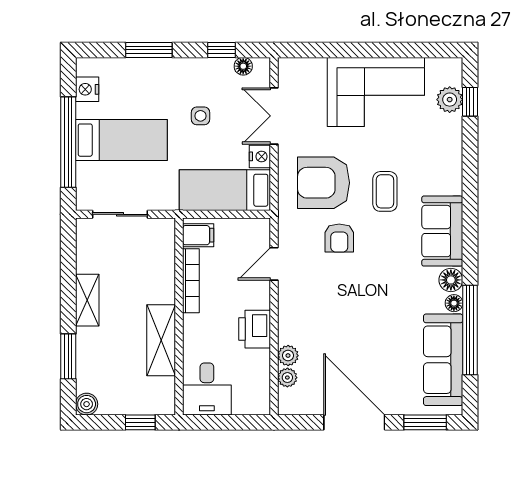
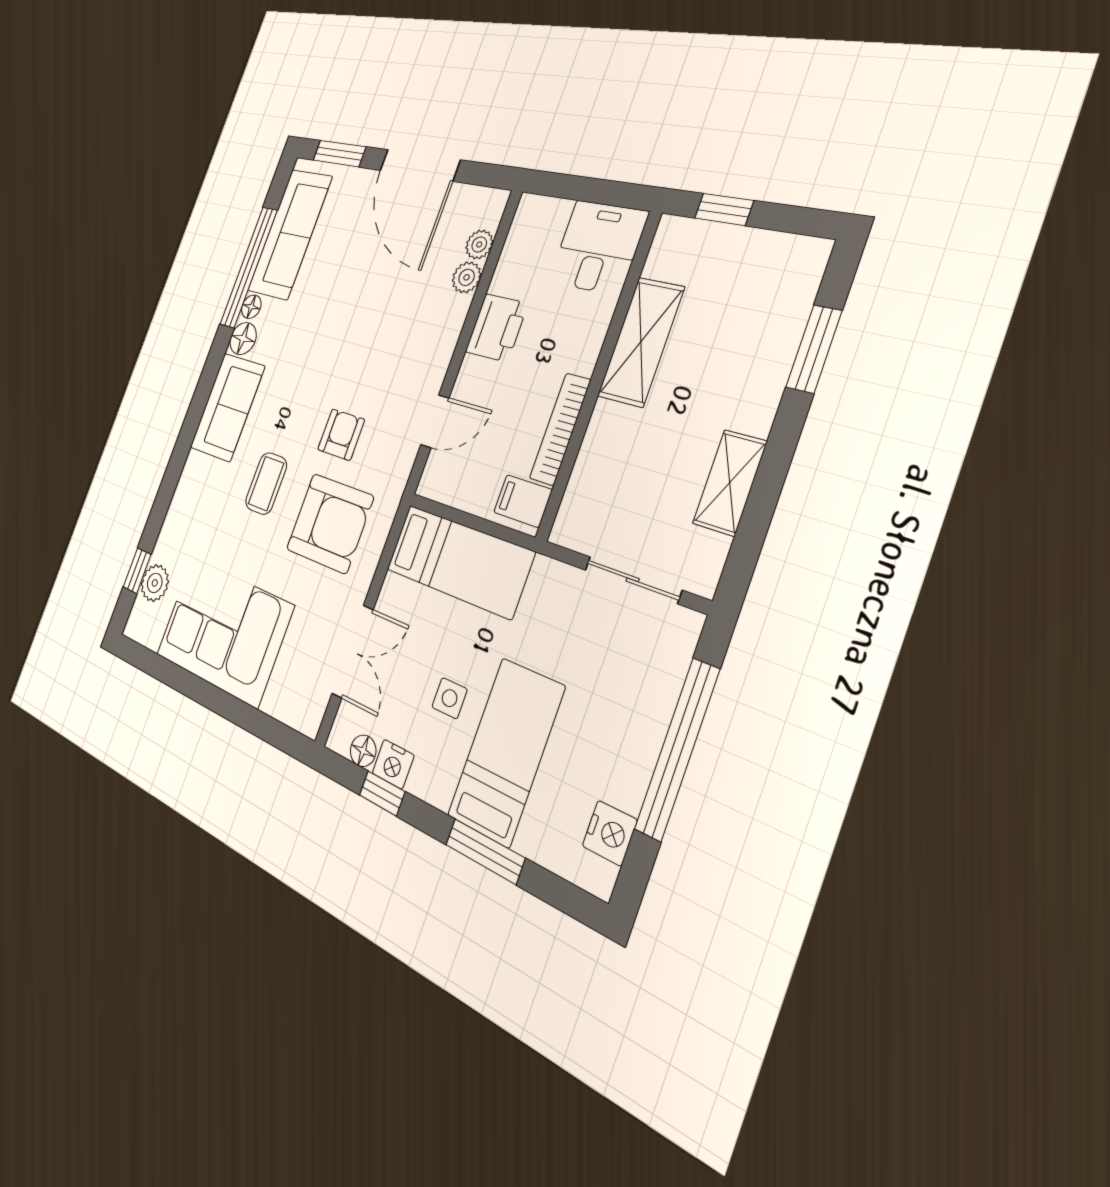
bed: (121, 140) -> (506, 751), moved, turned 90
nightstand: (260, 156) -> (393, 764), moved, turned -90
shelving: (87, 300) -> (730, 483), moved
boiler: (87, 404) -> (809, 256), removed

